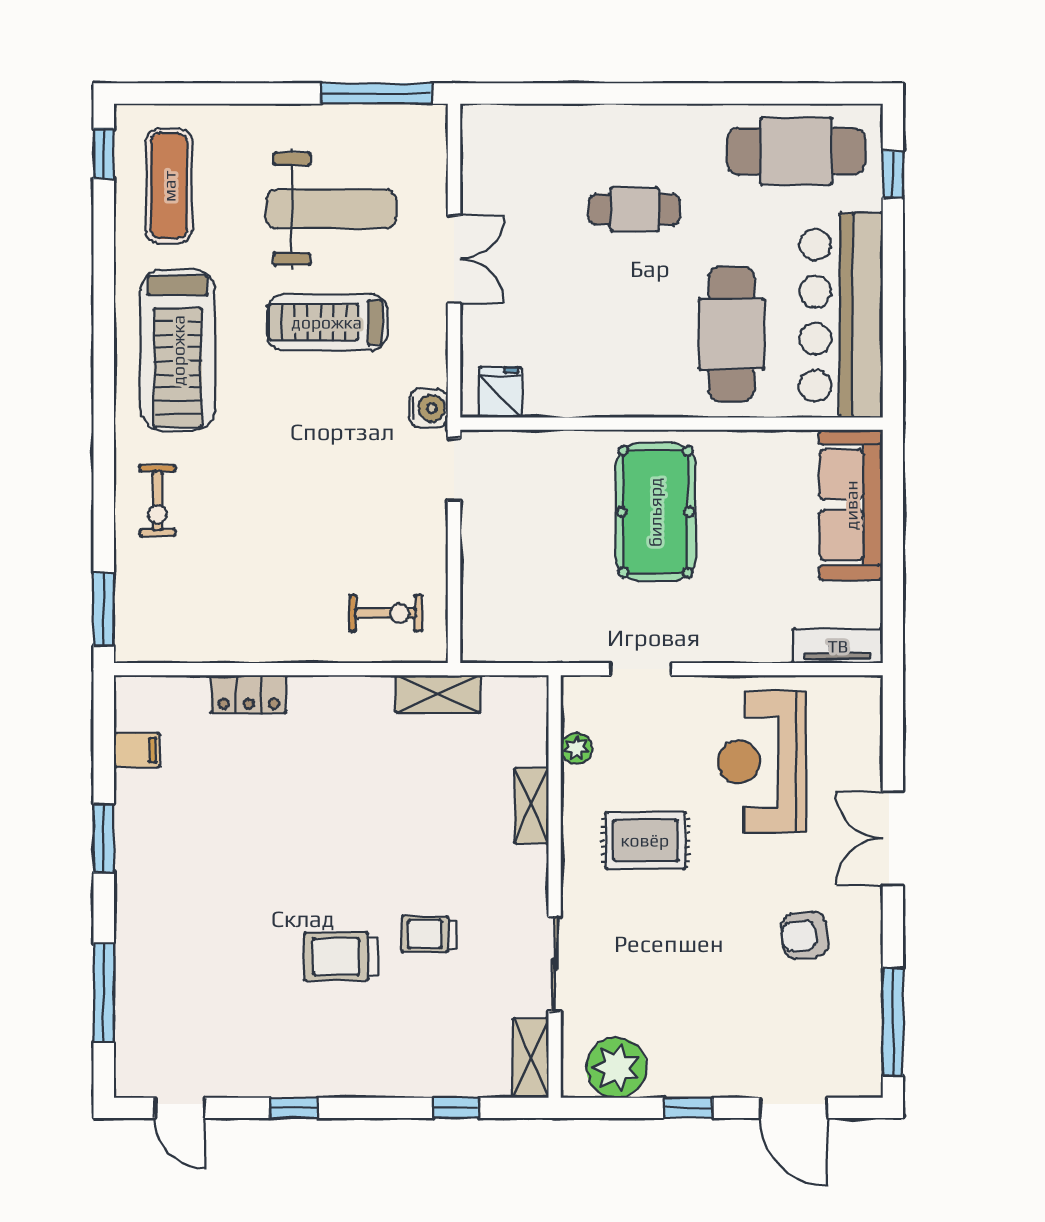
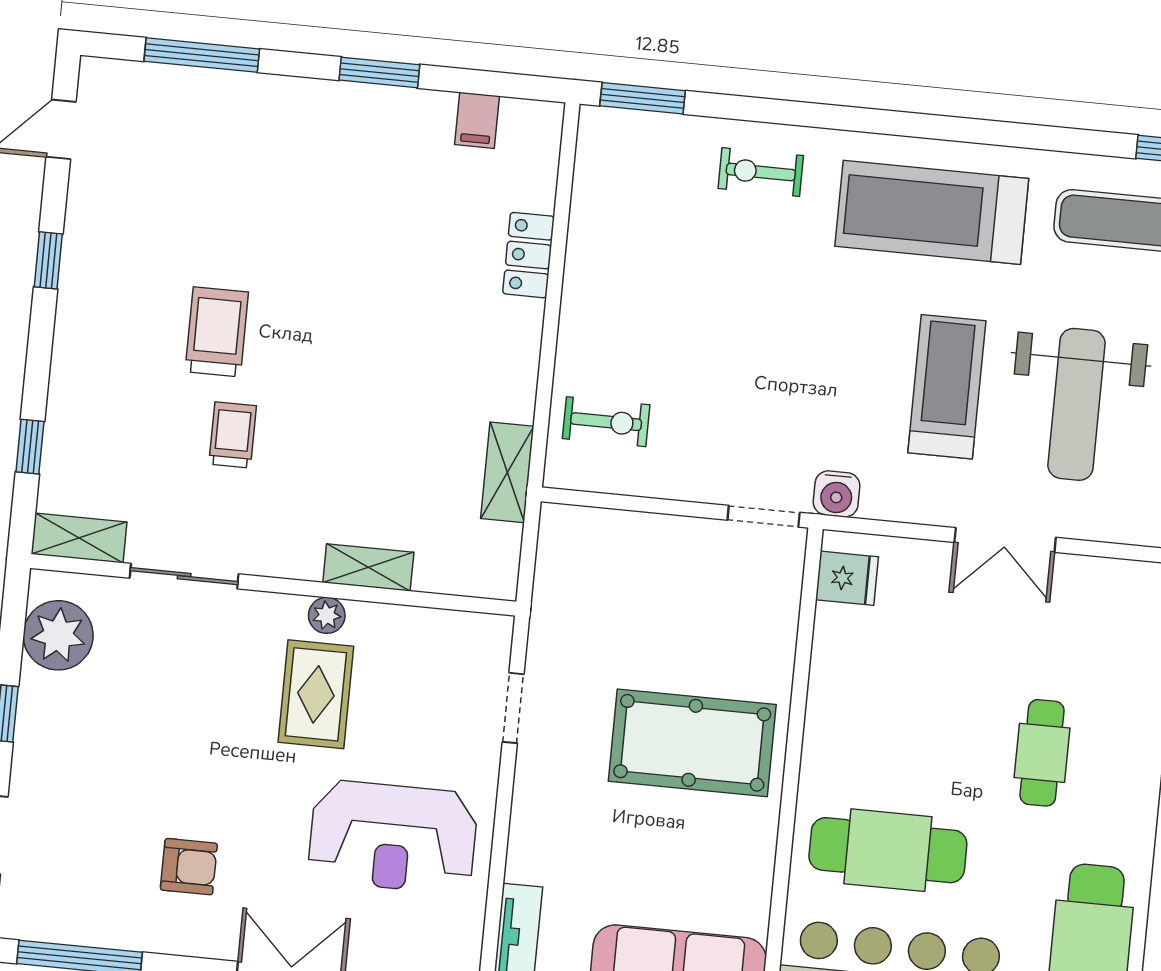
exercise bike: (386, 613) -> (606, 422), turned -90
plant: (576, 748) -> (327, 615), moved
reception desk: (762, 762) -> (393, 837), turned 180
armchair: (805, 935) -> (189, 867), turned 97

